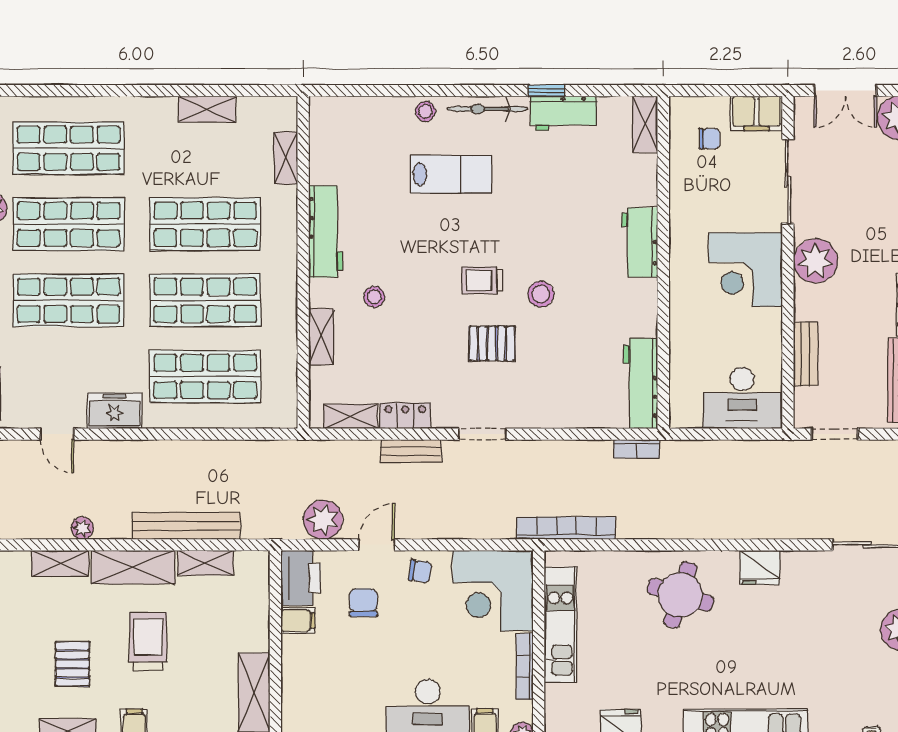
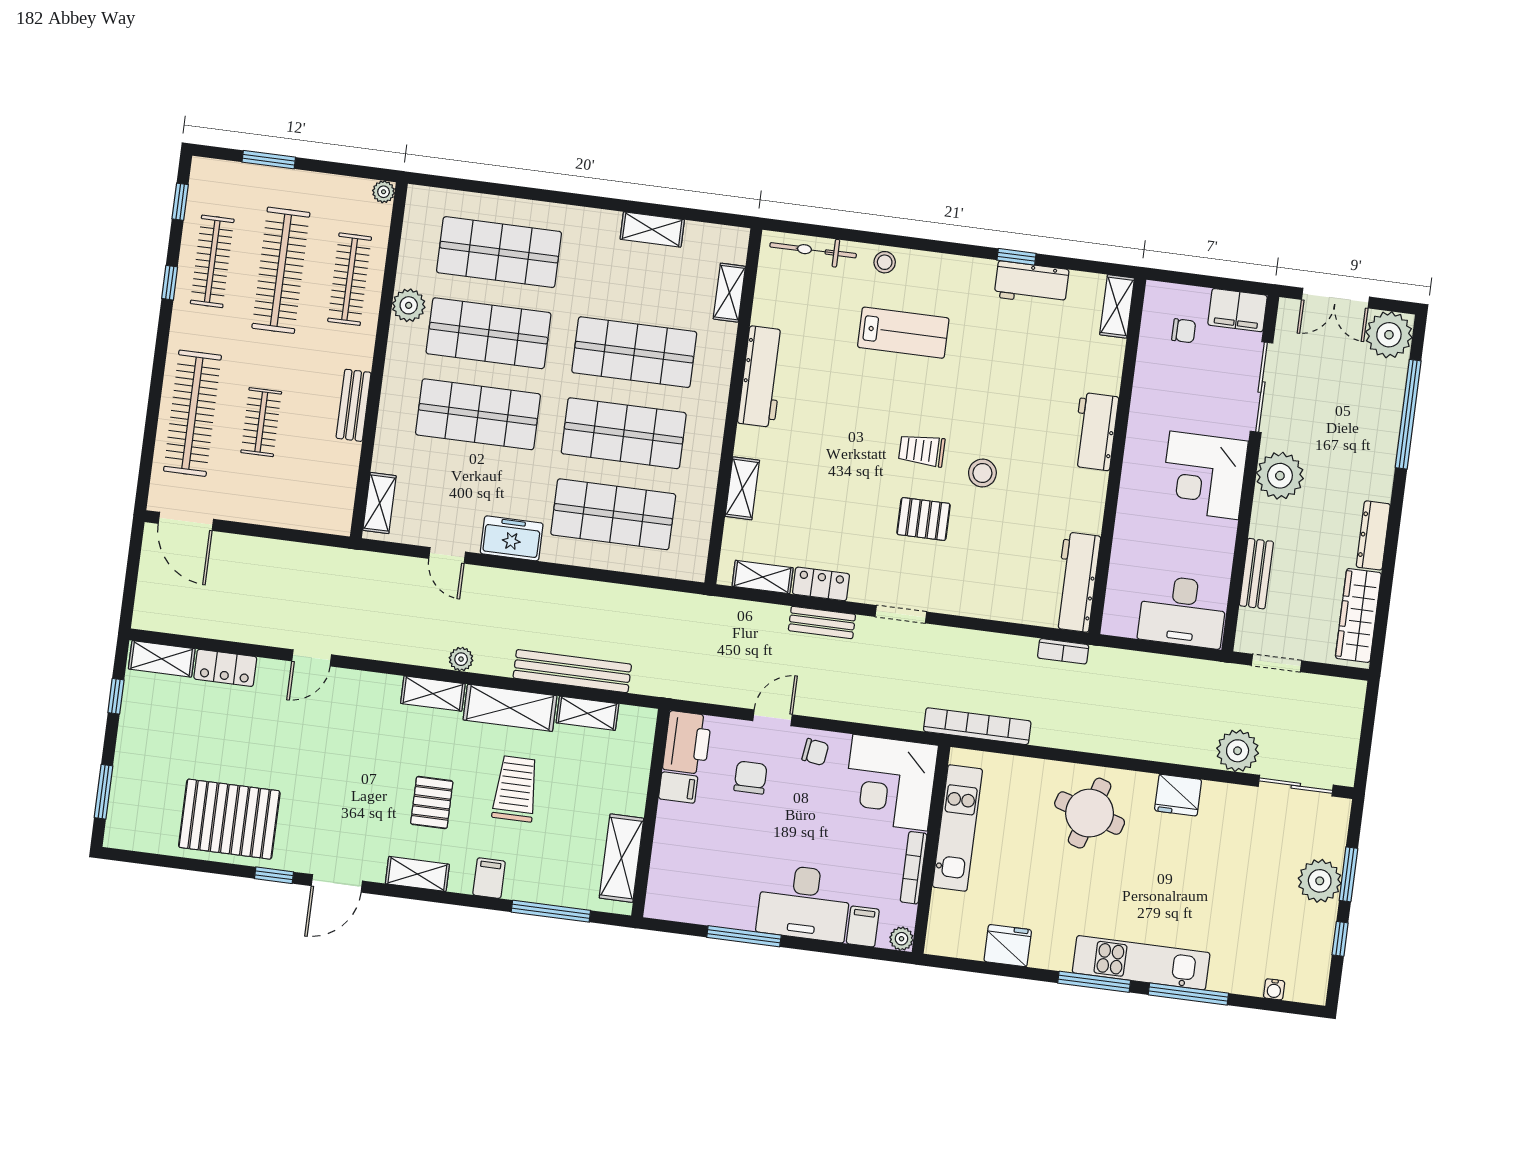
bicycle: (488, 109) -> (813, 250), moved
stool: (374, 297) -> (804, 453), removed
plant: (323, 520) -> (1238, 751), moved

